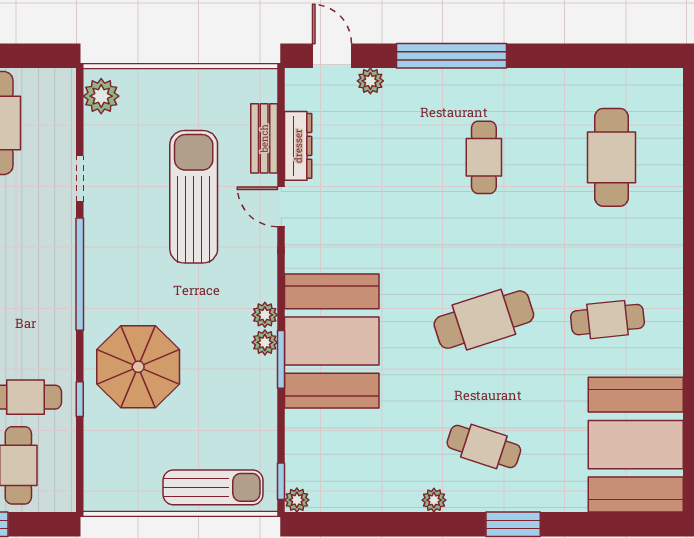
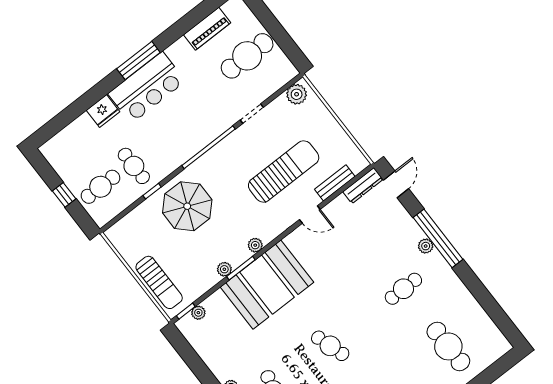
plant: (370, 81) -> (426, 246), moved
dresser: (298, 146) -> (363, 186), moved
cafe table: (612, 157) -> (448, 346), turned 90
door: (281, 207) -> (310, 215), swing flipped
cafe table: (484, 320) -> (330, 346), width x0.73, depth x0.74
plant: (265, 342) -> (224, 269), moved
plant: (297, 500) -> (198, 313), moved

